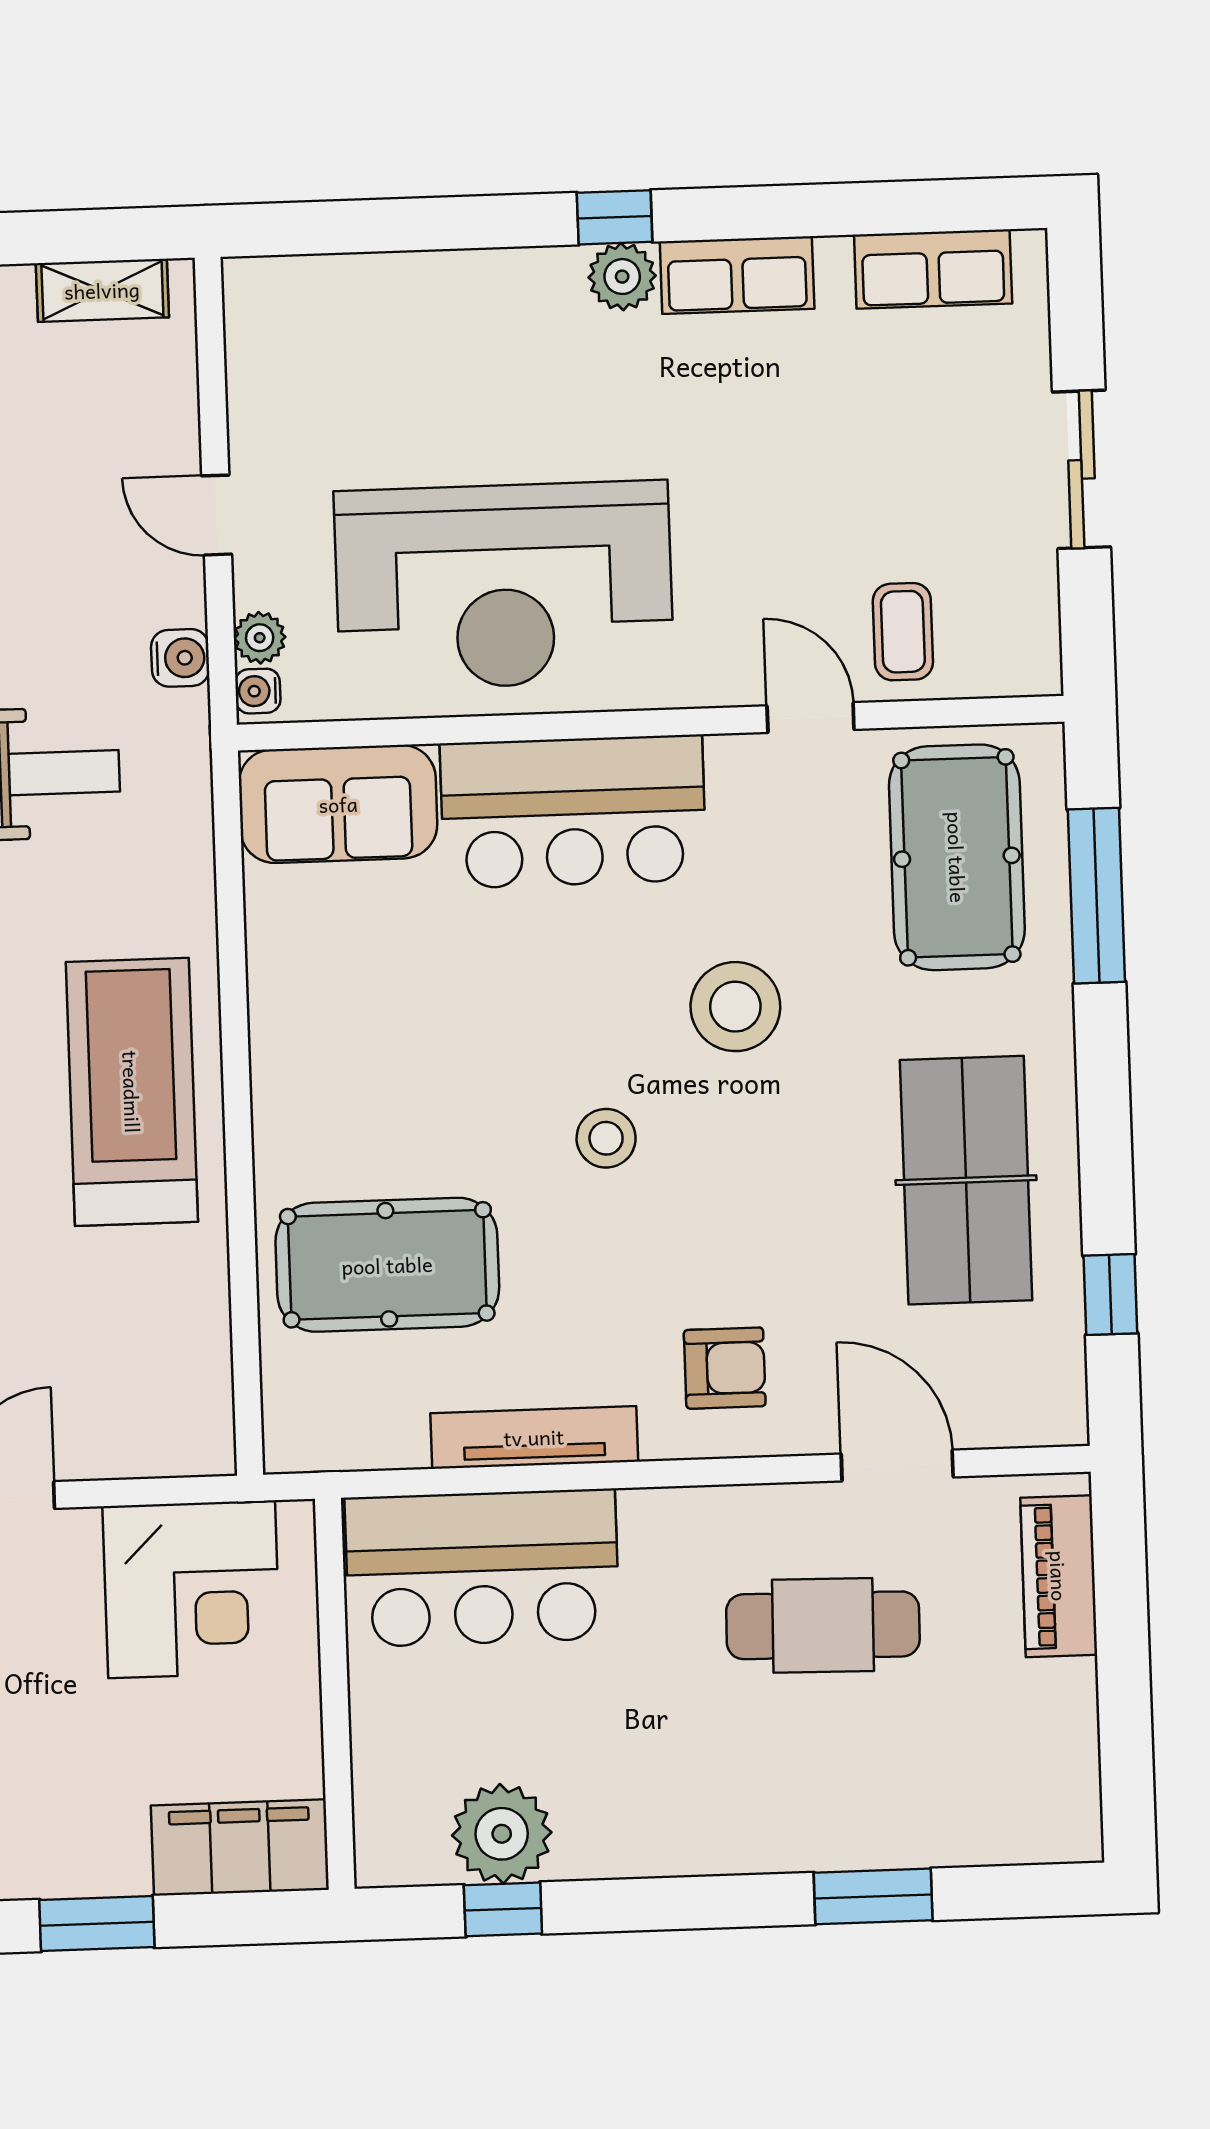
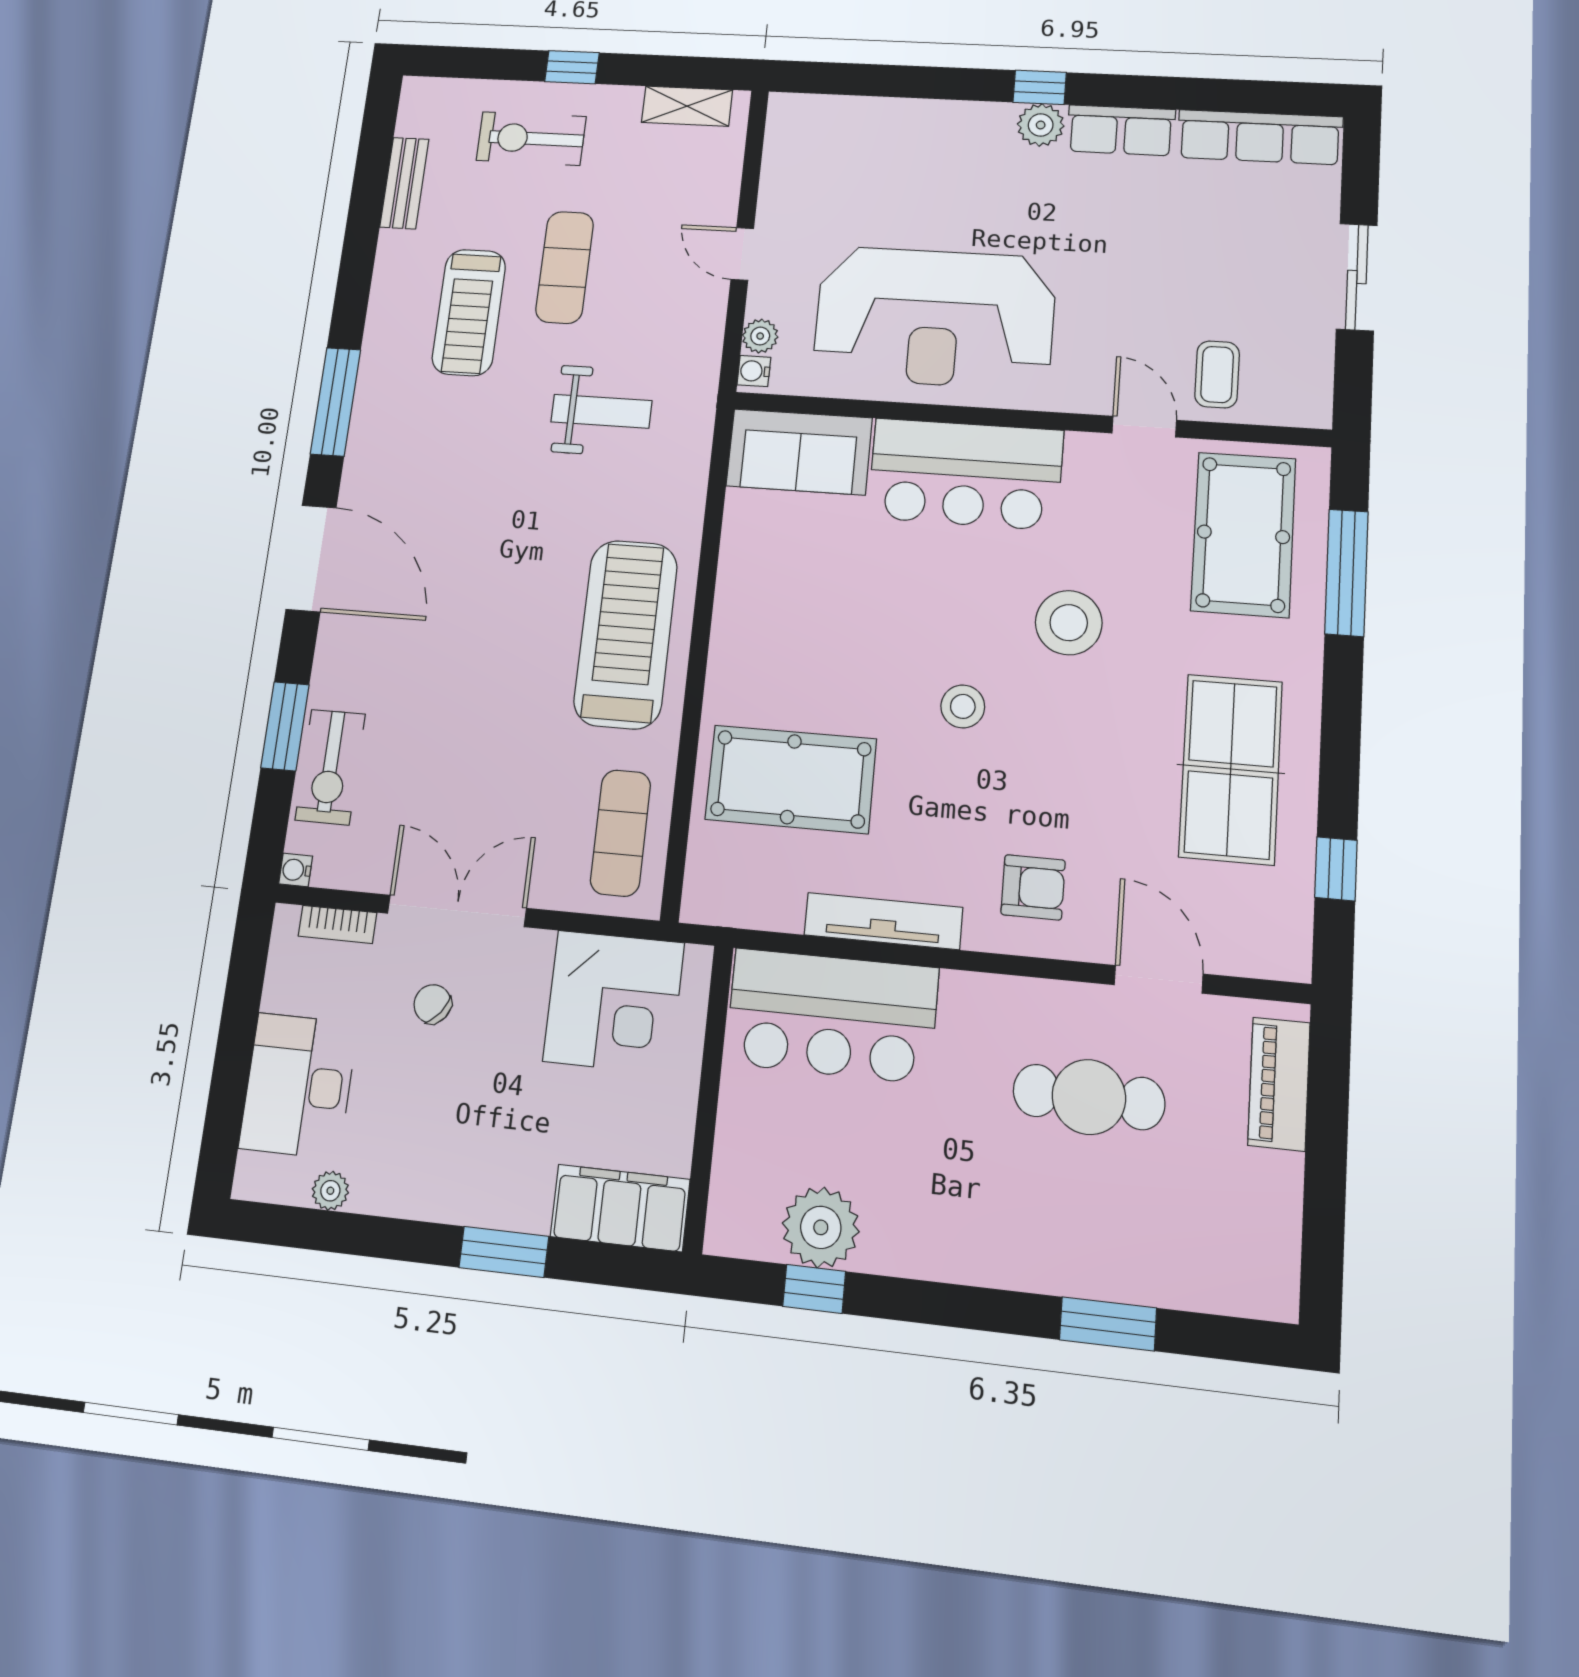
row of seats: (933, 269) -> (1260, 137), width x1.48
water cooler: (180, 658) -> (704, 344), removed
exercise mat: (167, 1366) -> (620, 833), added

